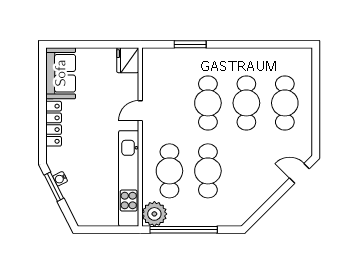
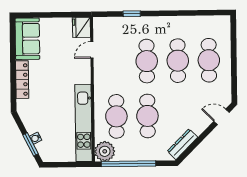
window: (190, 44) -> (132, 14), width x0.67
door: (140, 111) -> (92, 50), moved
water cooler: (60, 179) -> (36, 138), moved
window: (54, 187) -> (31, 144), moved
dresser: (251, 206) -> (182, 144), added

